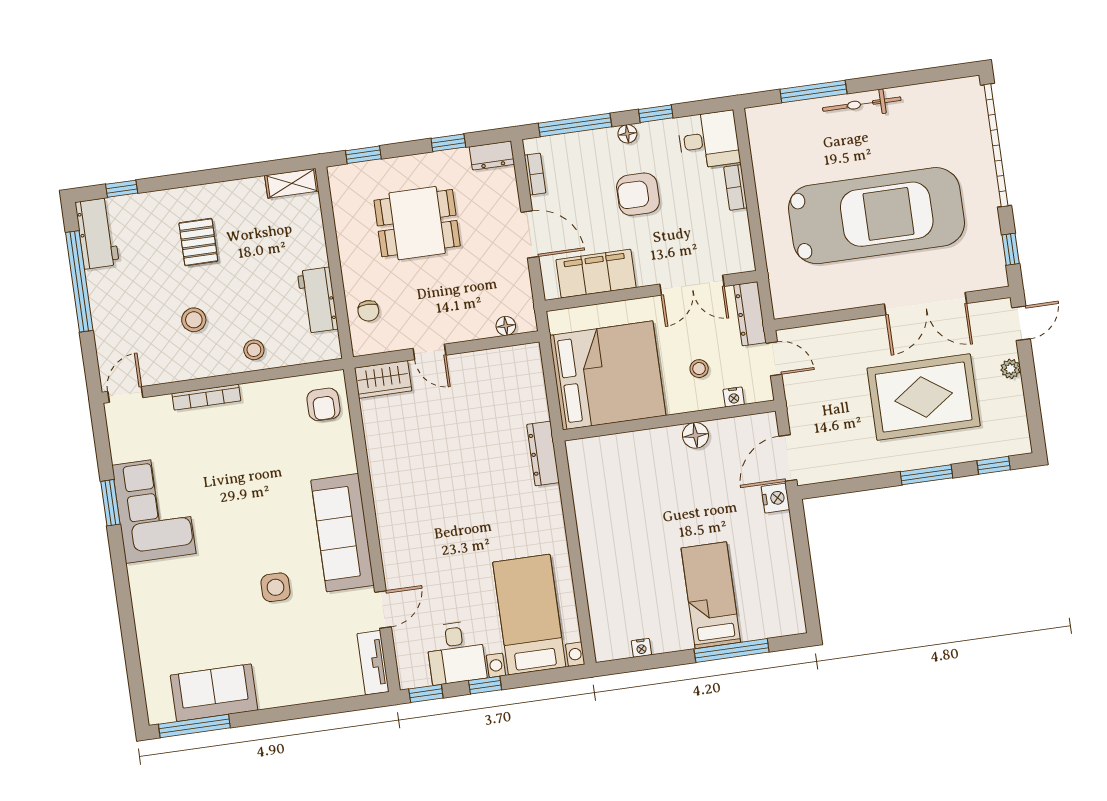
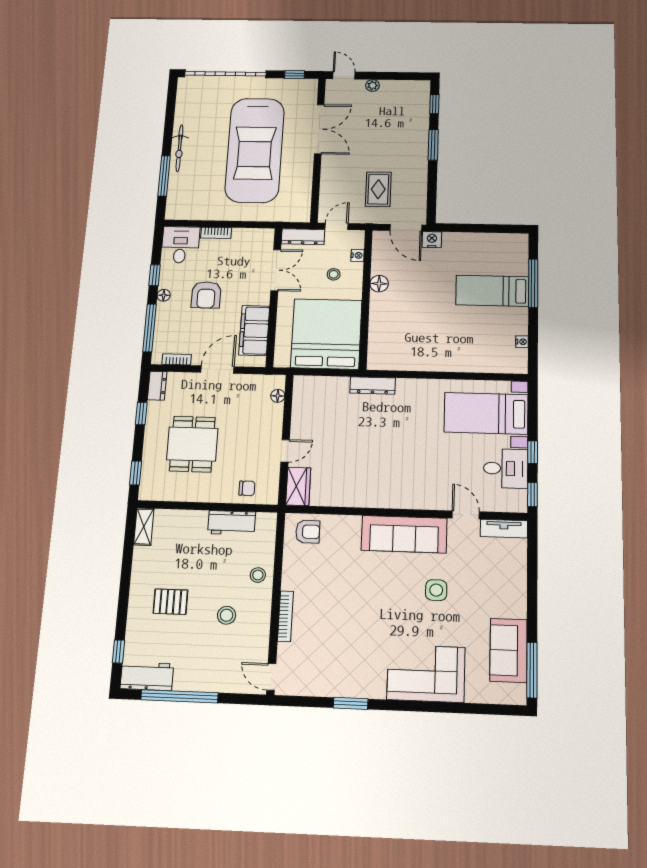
car: (876, 216) -> (255, 150), turned 180
rug: (924, 397) -> (378, 189), moved, width x0.54, depth x0.49
corner sofa: (154, 509) -> (426, 673), moved

